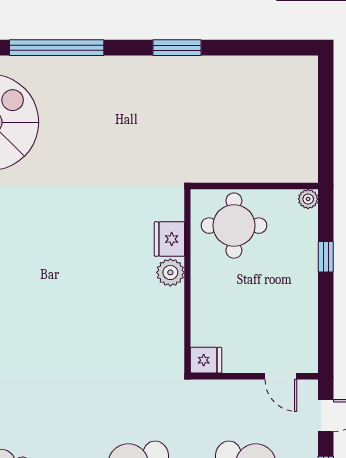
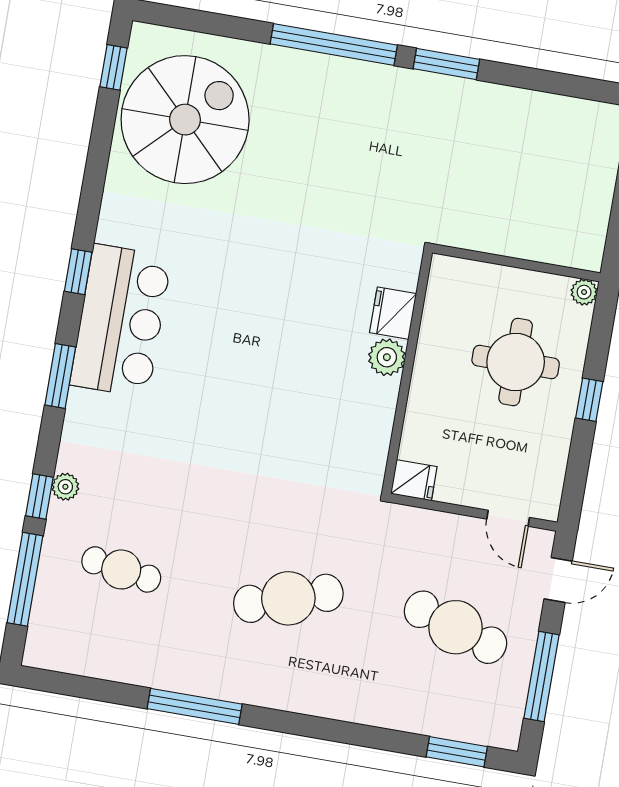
window: (57, 48) -> (334, 45), moved
round table: (234, 226) -> (516, 362), moved
window: (326, 257) -> (589, 400), moved

